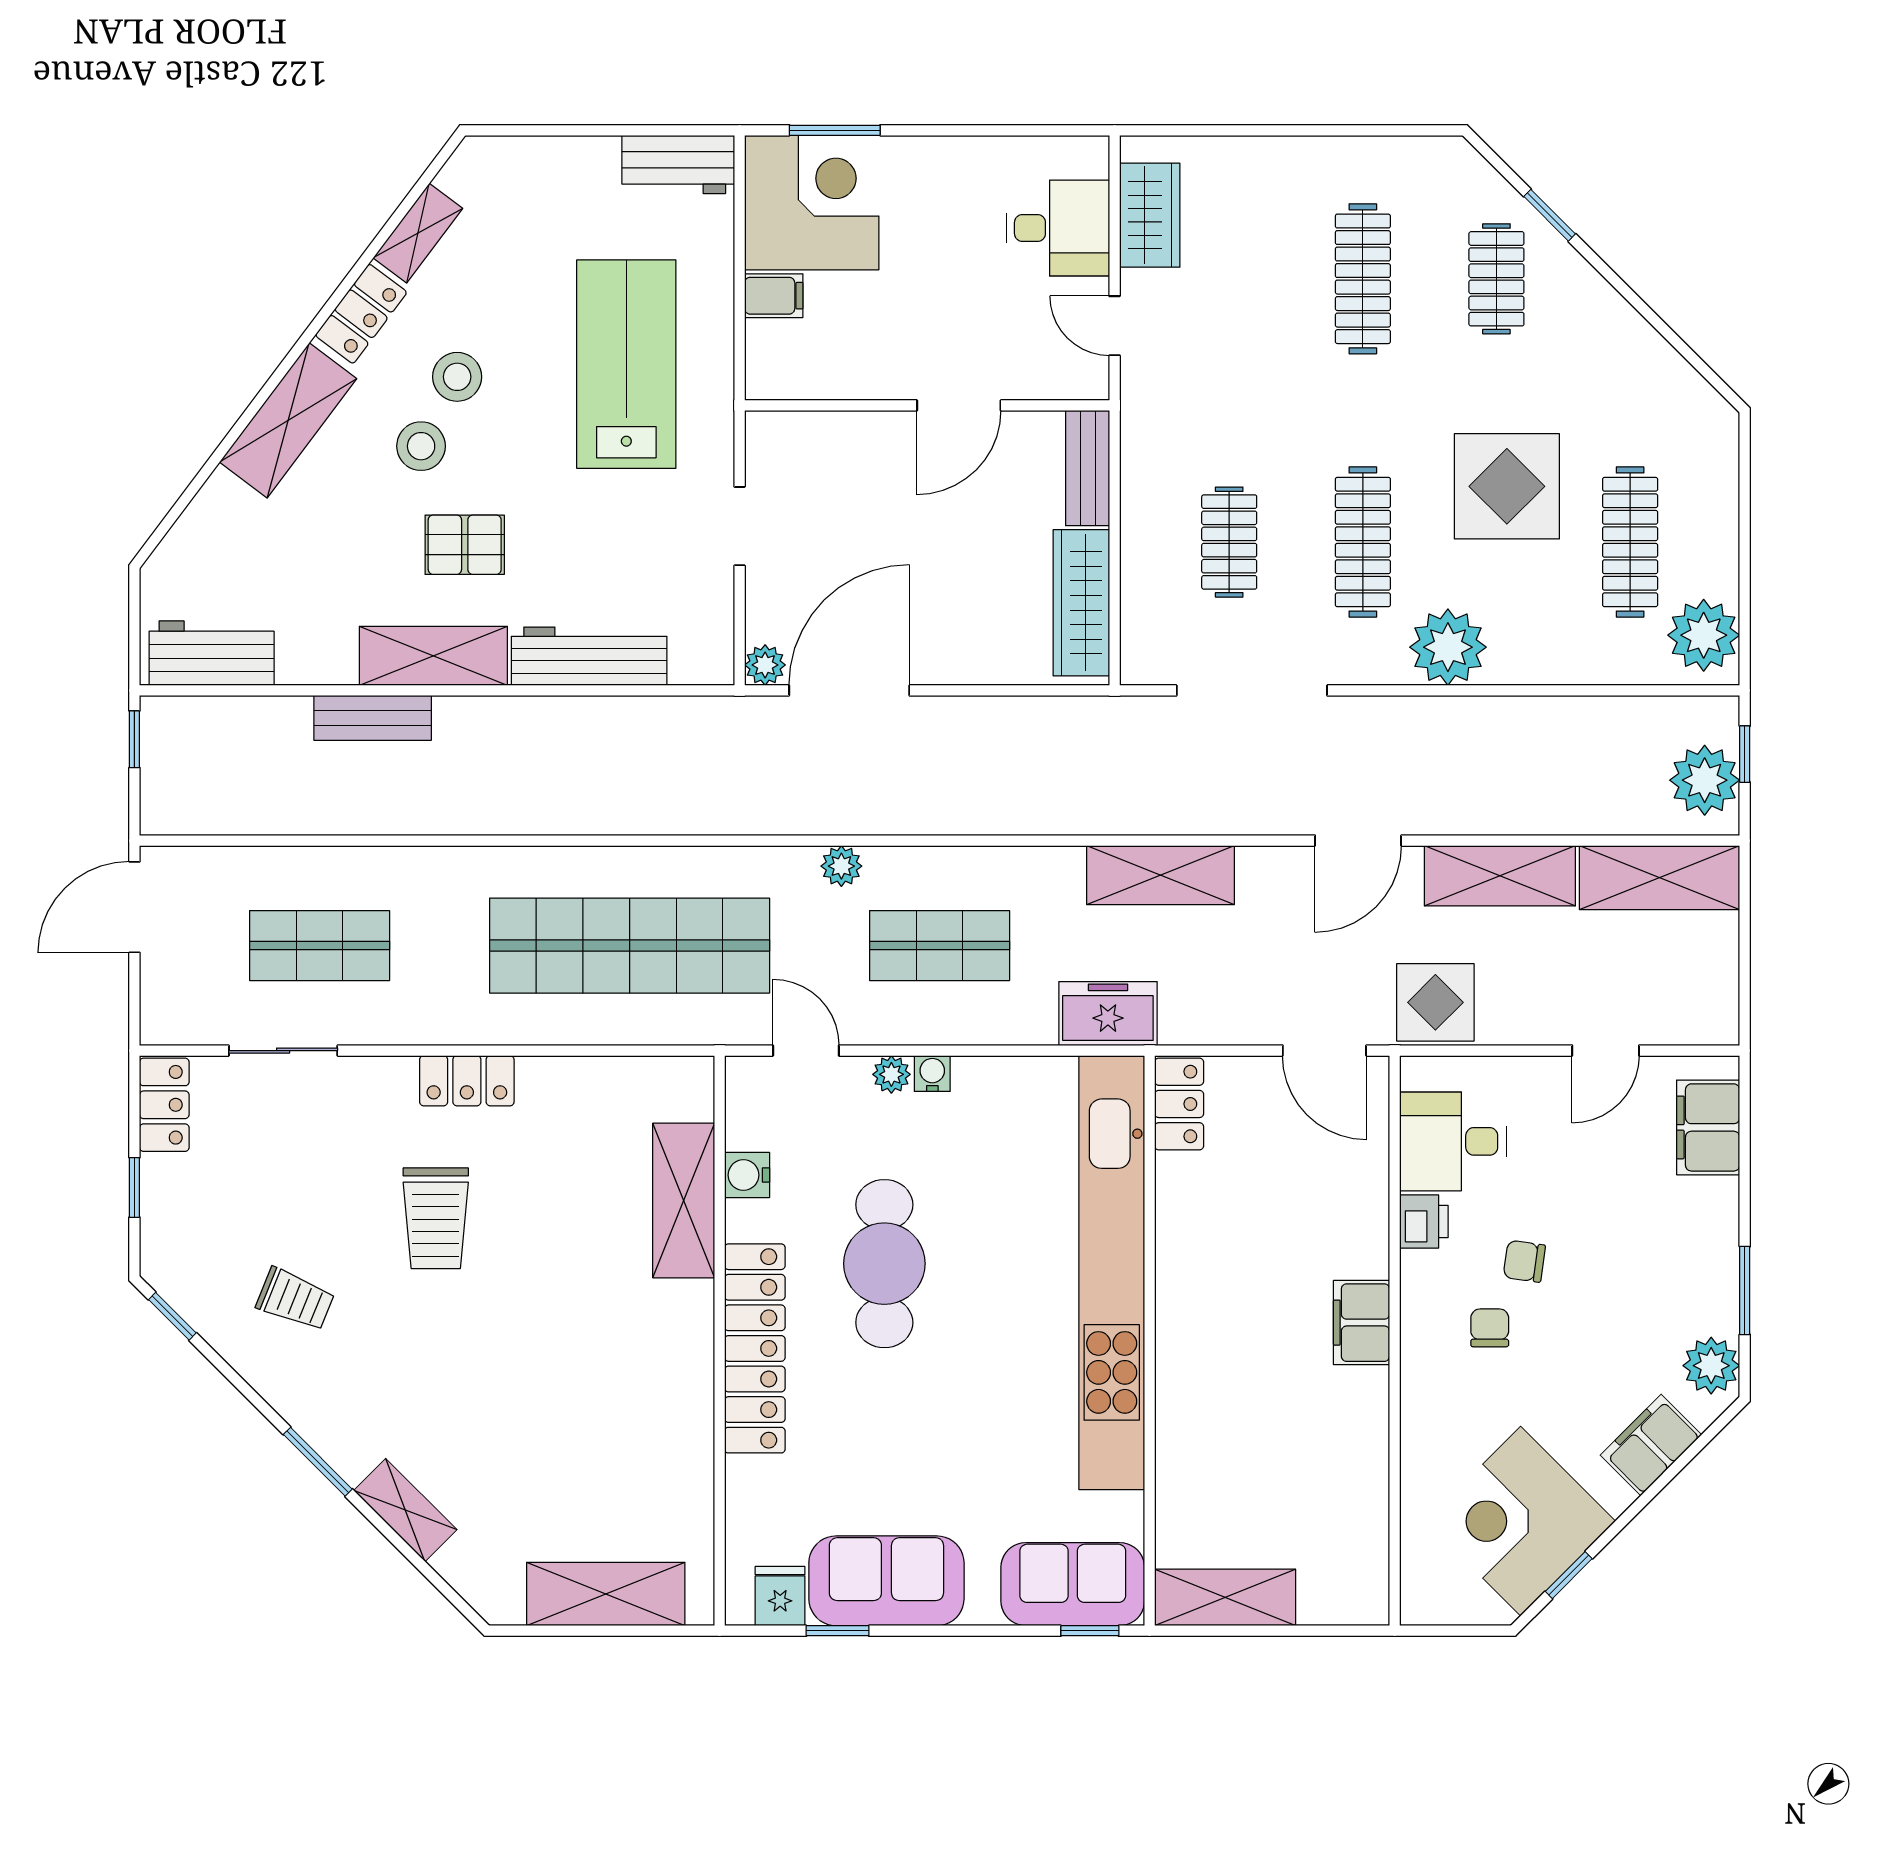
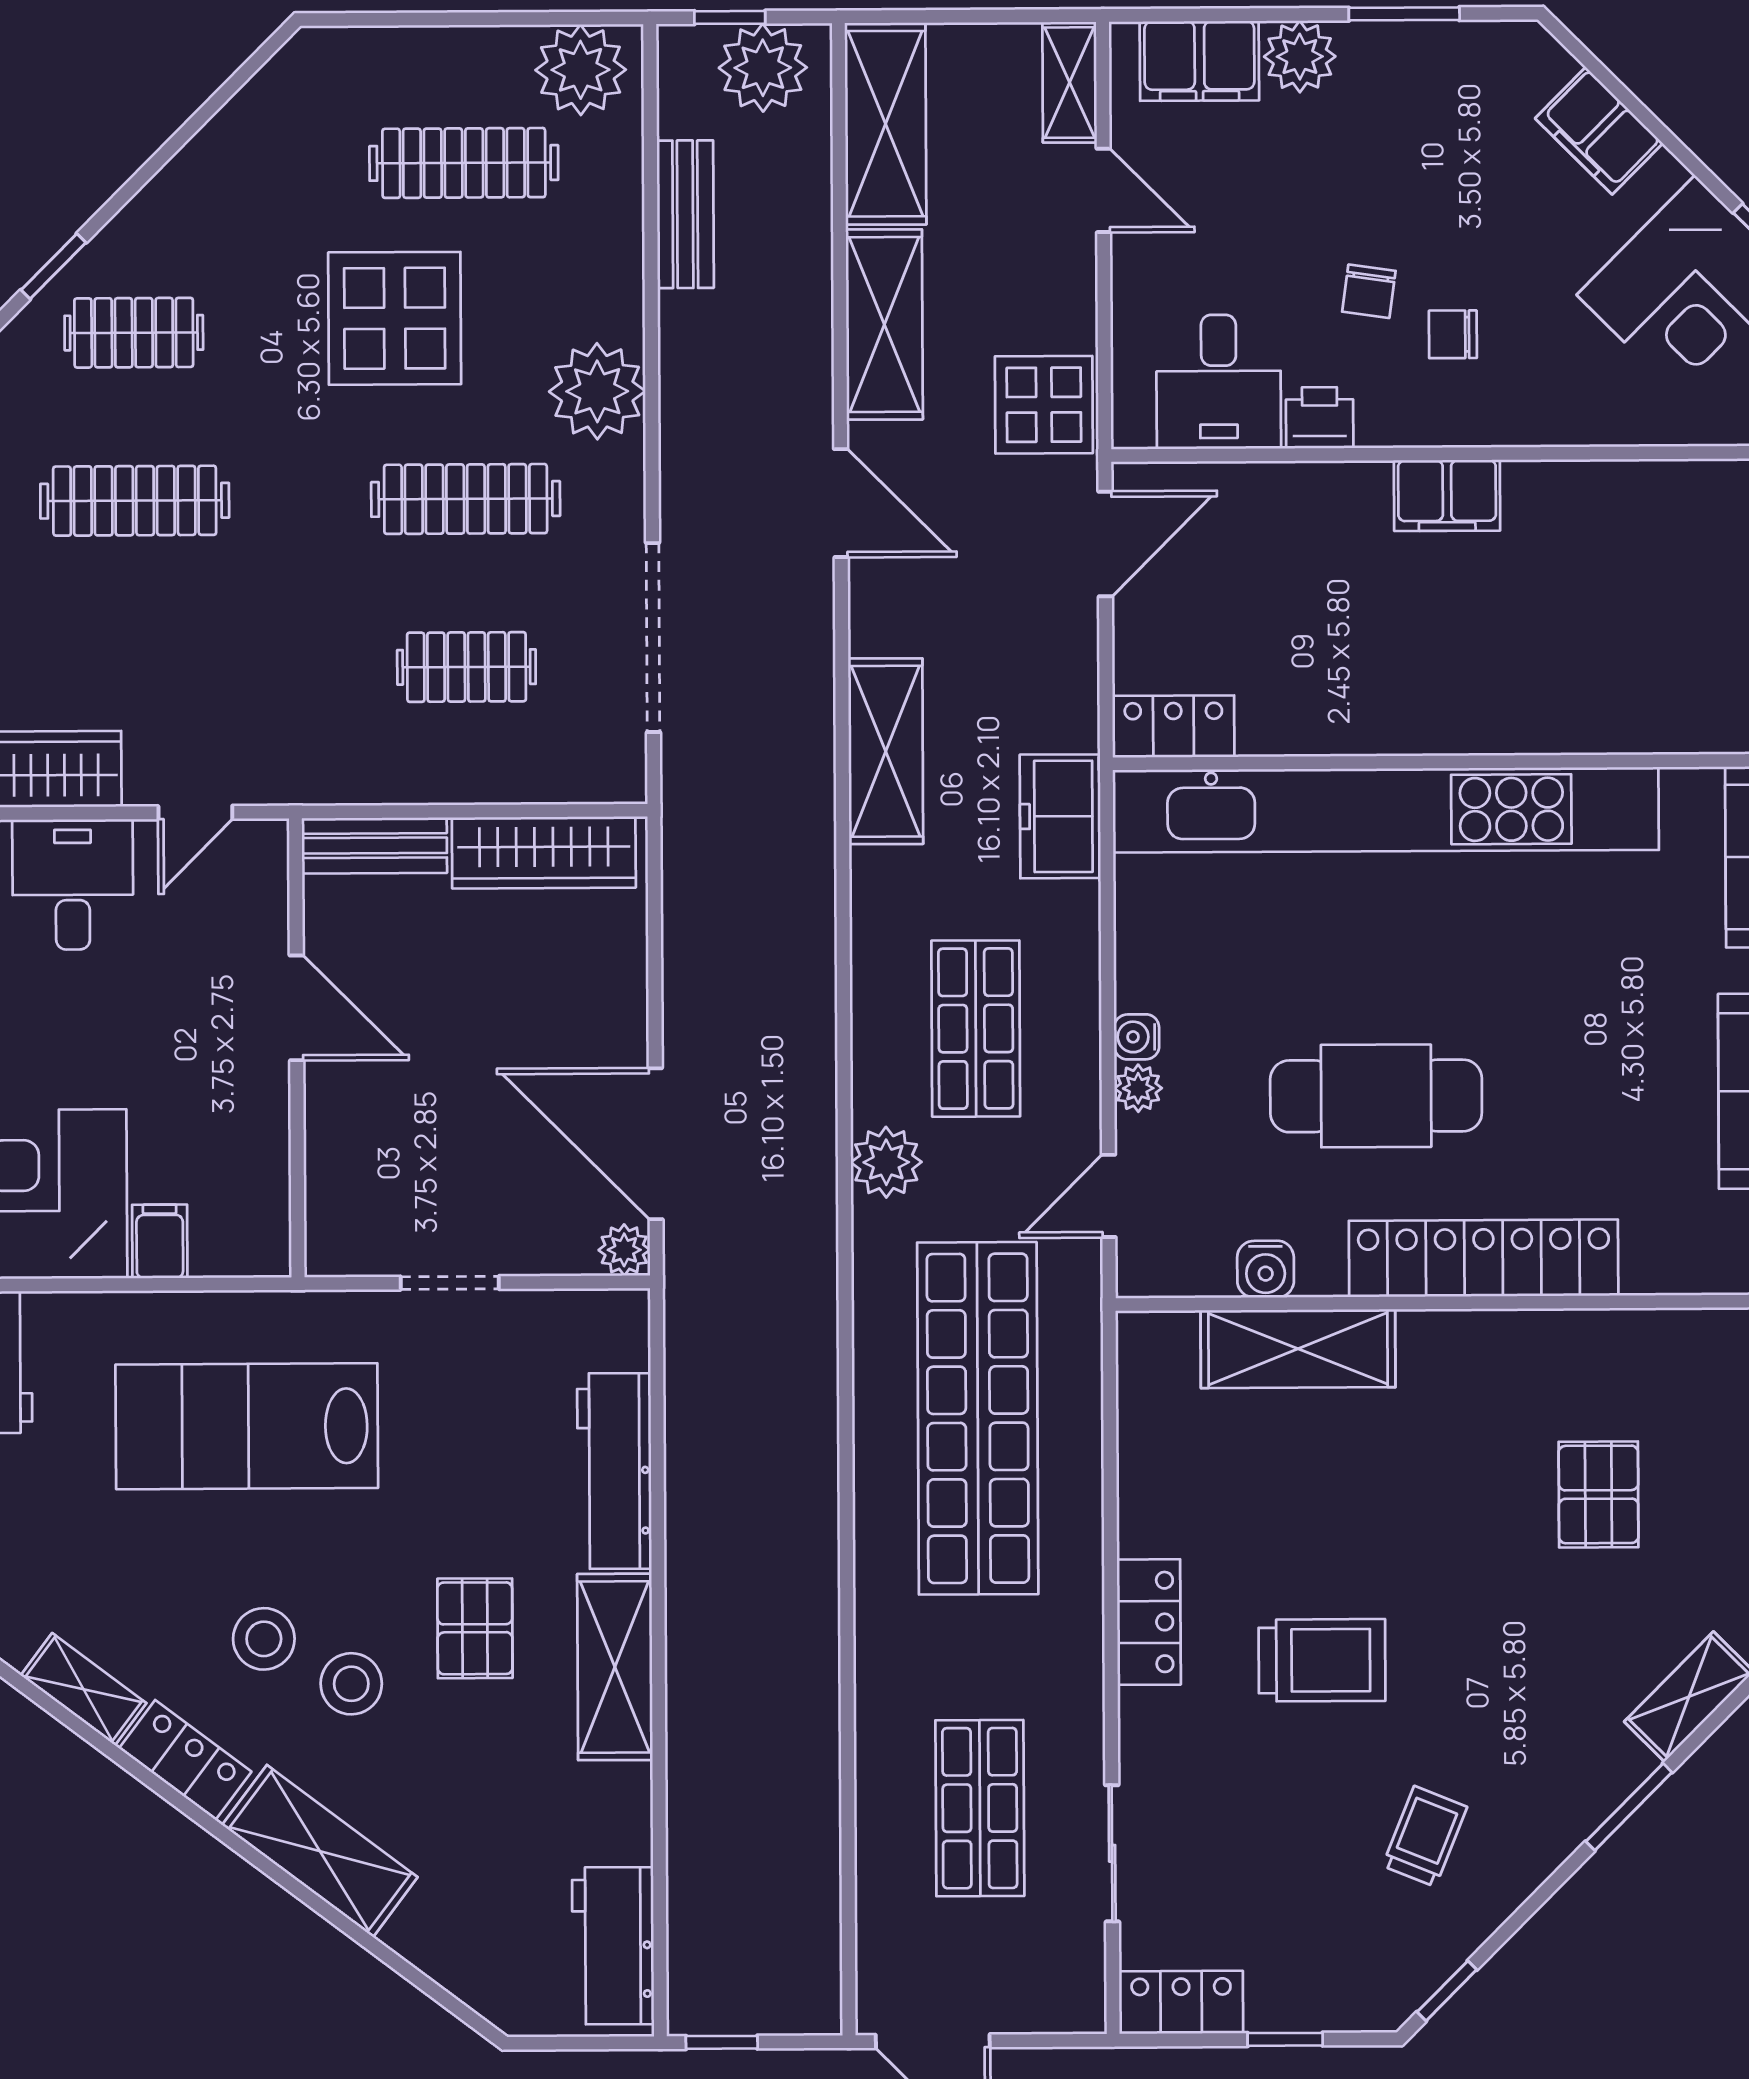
bench: (373, 718) -> (685, 214), moved
plant: (841, 866) -> (886, 1162), width x1.38, depth x1.38
shelving: (1692, 1024) -> (1070, 83), added
plant: (1711, 1366) -> (1300, 57), moved
pallet: (566, 1439) -> (1598, 1494), added

